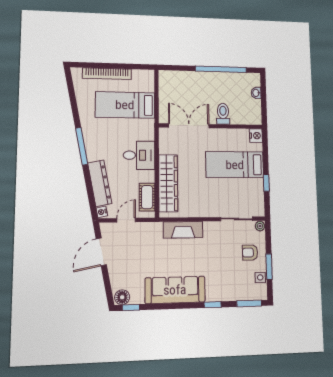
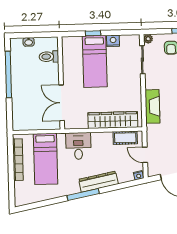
bookcase: (107, 74) -> (18, 160), moved
toilet: (223, 114) -> (49, 57), moved
nightstand: (256, 136) -> (113, 41), moved
desk: (139, 155) -> (78, 146), moved
dresser: (100, 183) -> (98, 182), moved
window: (266, 183) -> (93, 33), moved

